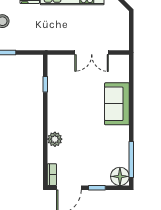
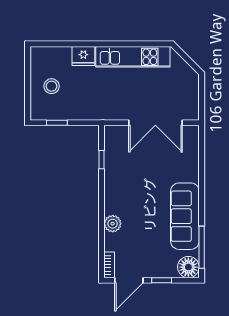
double door: (92, 53) -> (155, 123), width x1.37
sofa: (117, 104) -> (185, 216), moved, width x1.36

